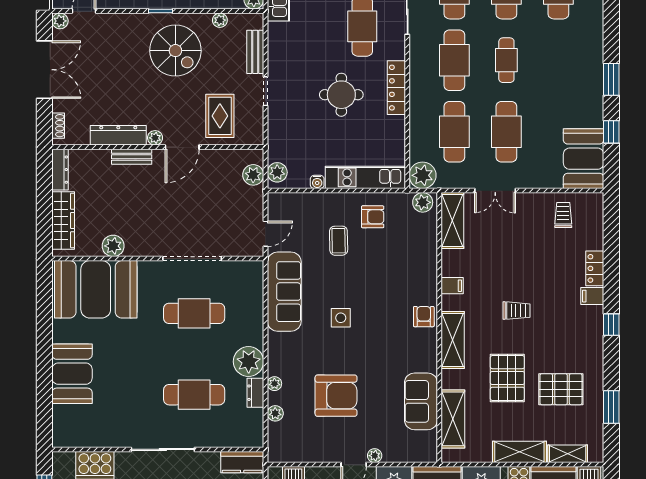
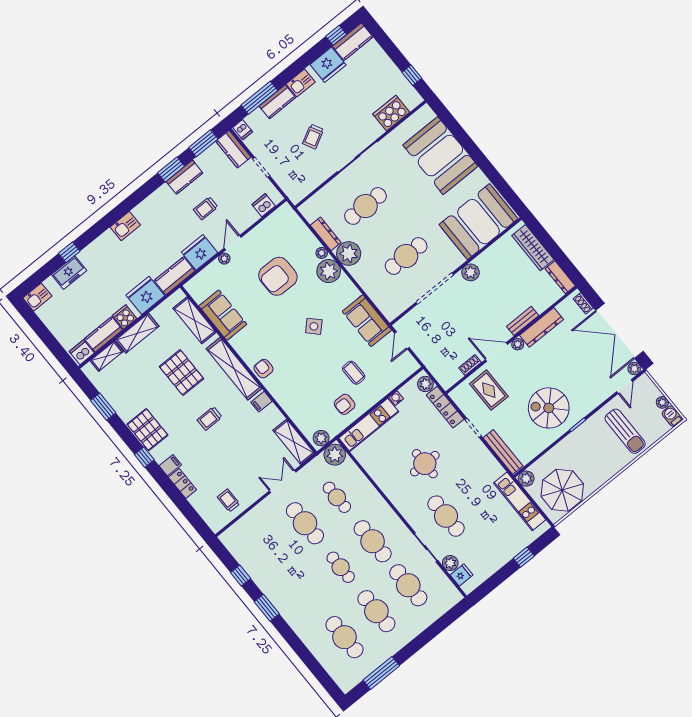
plant: (220, 20) -> (537, 449), removed
bench: (255, 52) -> (503, 452), width x1.36
double door: (44, 70) -> (620, 331), width x1.36
locker: (396, 88) -> (445, 407), moved, turned 180
cafe table: (454, 132) -> (337, 497), width x0.73, depth x0.74
door: (182, 147) -> (496, 352), hinge flipped
shoe rack: (218, 155) -> (470, 365), added
booth: (584, 159) -> (244, 545), removed
plant: (253, 175) -> (439, 370), removed
trolley: (563, 215) -> (229, 500), turned 180
plant: (113, 246) -> (470, 272), moved
sofa: (284, 292) -> (367, 321), width x0.73
armchair: (424, 317) -> (263, 369), turned 180
side table: (341, 318) -> (314, 326), turned 45
shelving: (453, 340) -> (234, 369), width x1.47
booth: (72, 374) -> (440, 156), width x1.36, depth x1.42
pallet: (561, 389) -> (147, 430), moved, turned 90
dresser: (255, 393) -> (326, 234), width x1.44
plant: (275, 413) -> (329, 271), moved, width x1.88, depth x1.88
kitchen counter: (242, 462) -> (302, 189), removed

